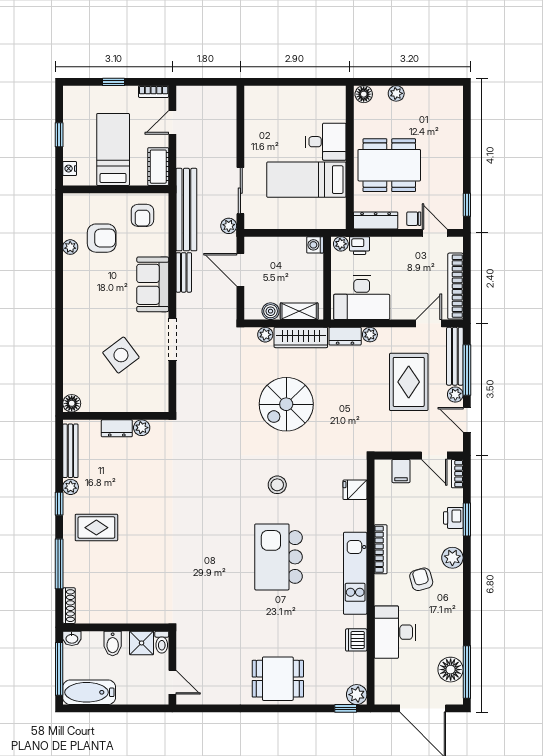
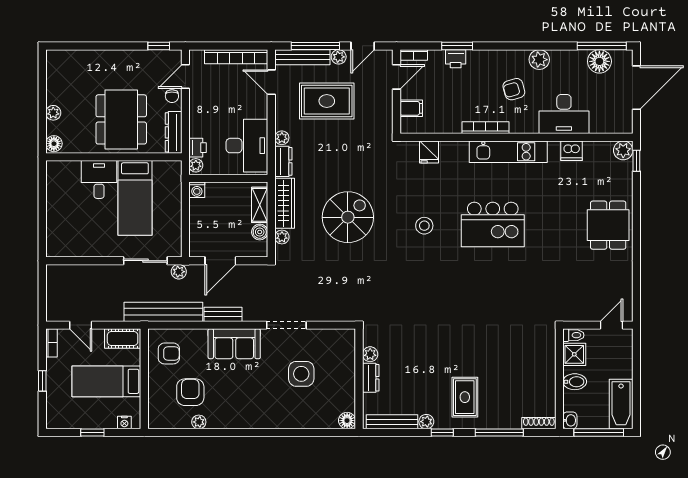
side table: (121, 355) -> (301, 374), turned 37
spiral stairs: (286, 404) -> (348, 217), turned -90
plant: (452, 558) -> (539, 60), moved

